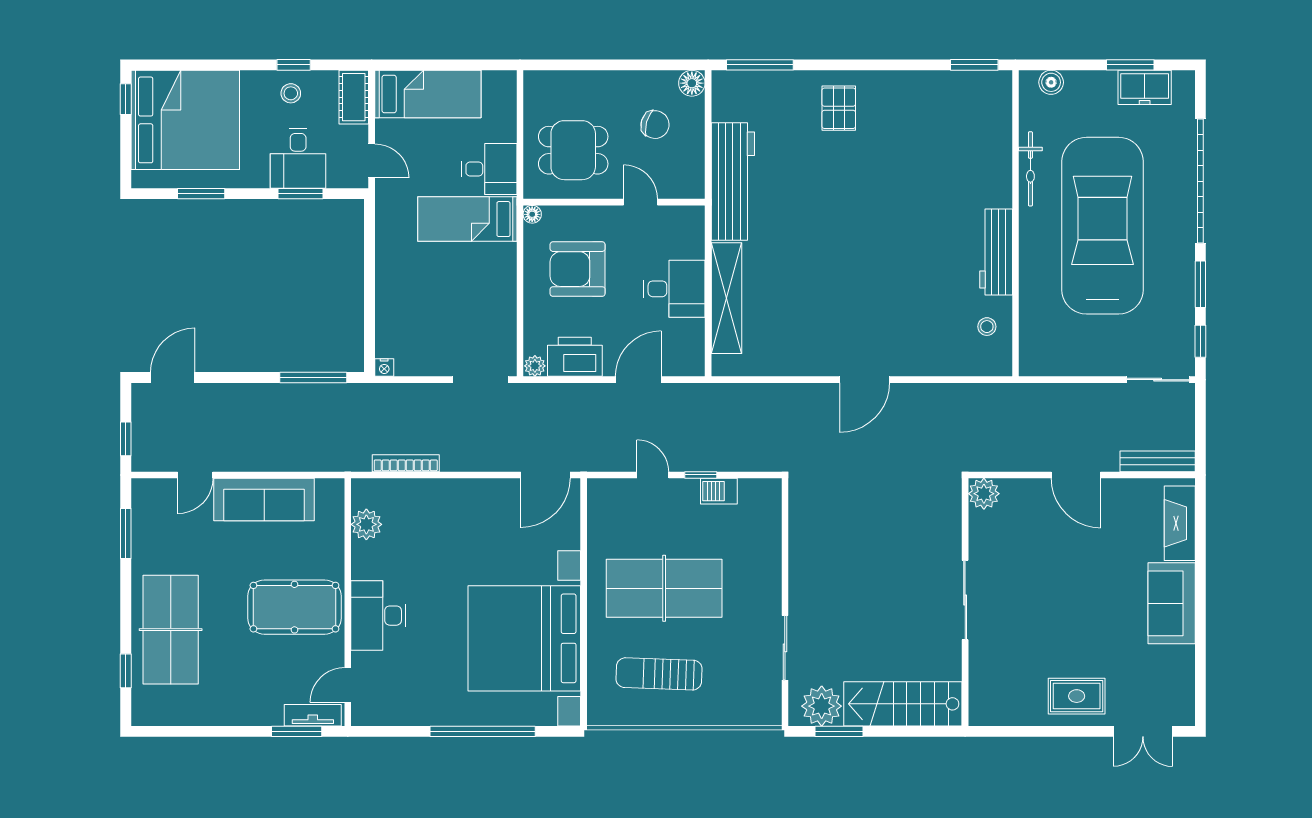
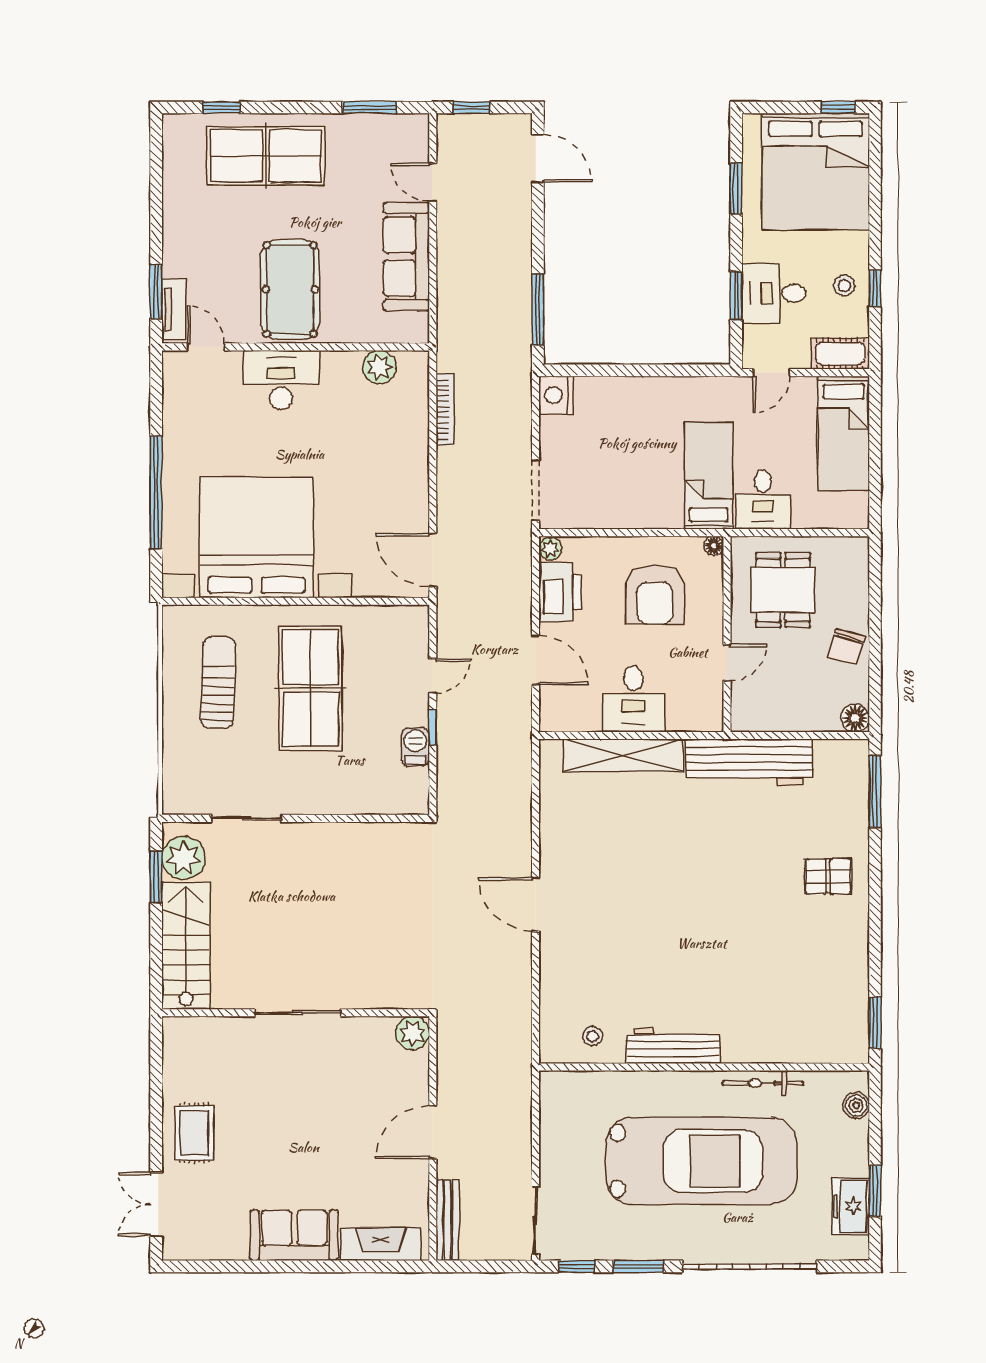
chair: (655, 125) -> (846, 647), moved
armchair: (578, 269) -> (655, 595), turned 180
nightstand: (384, 368) -> (556, 395), width x1.89, depth x1.79

